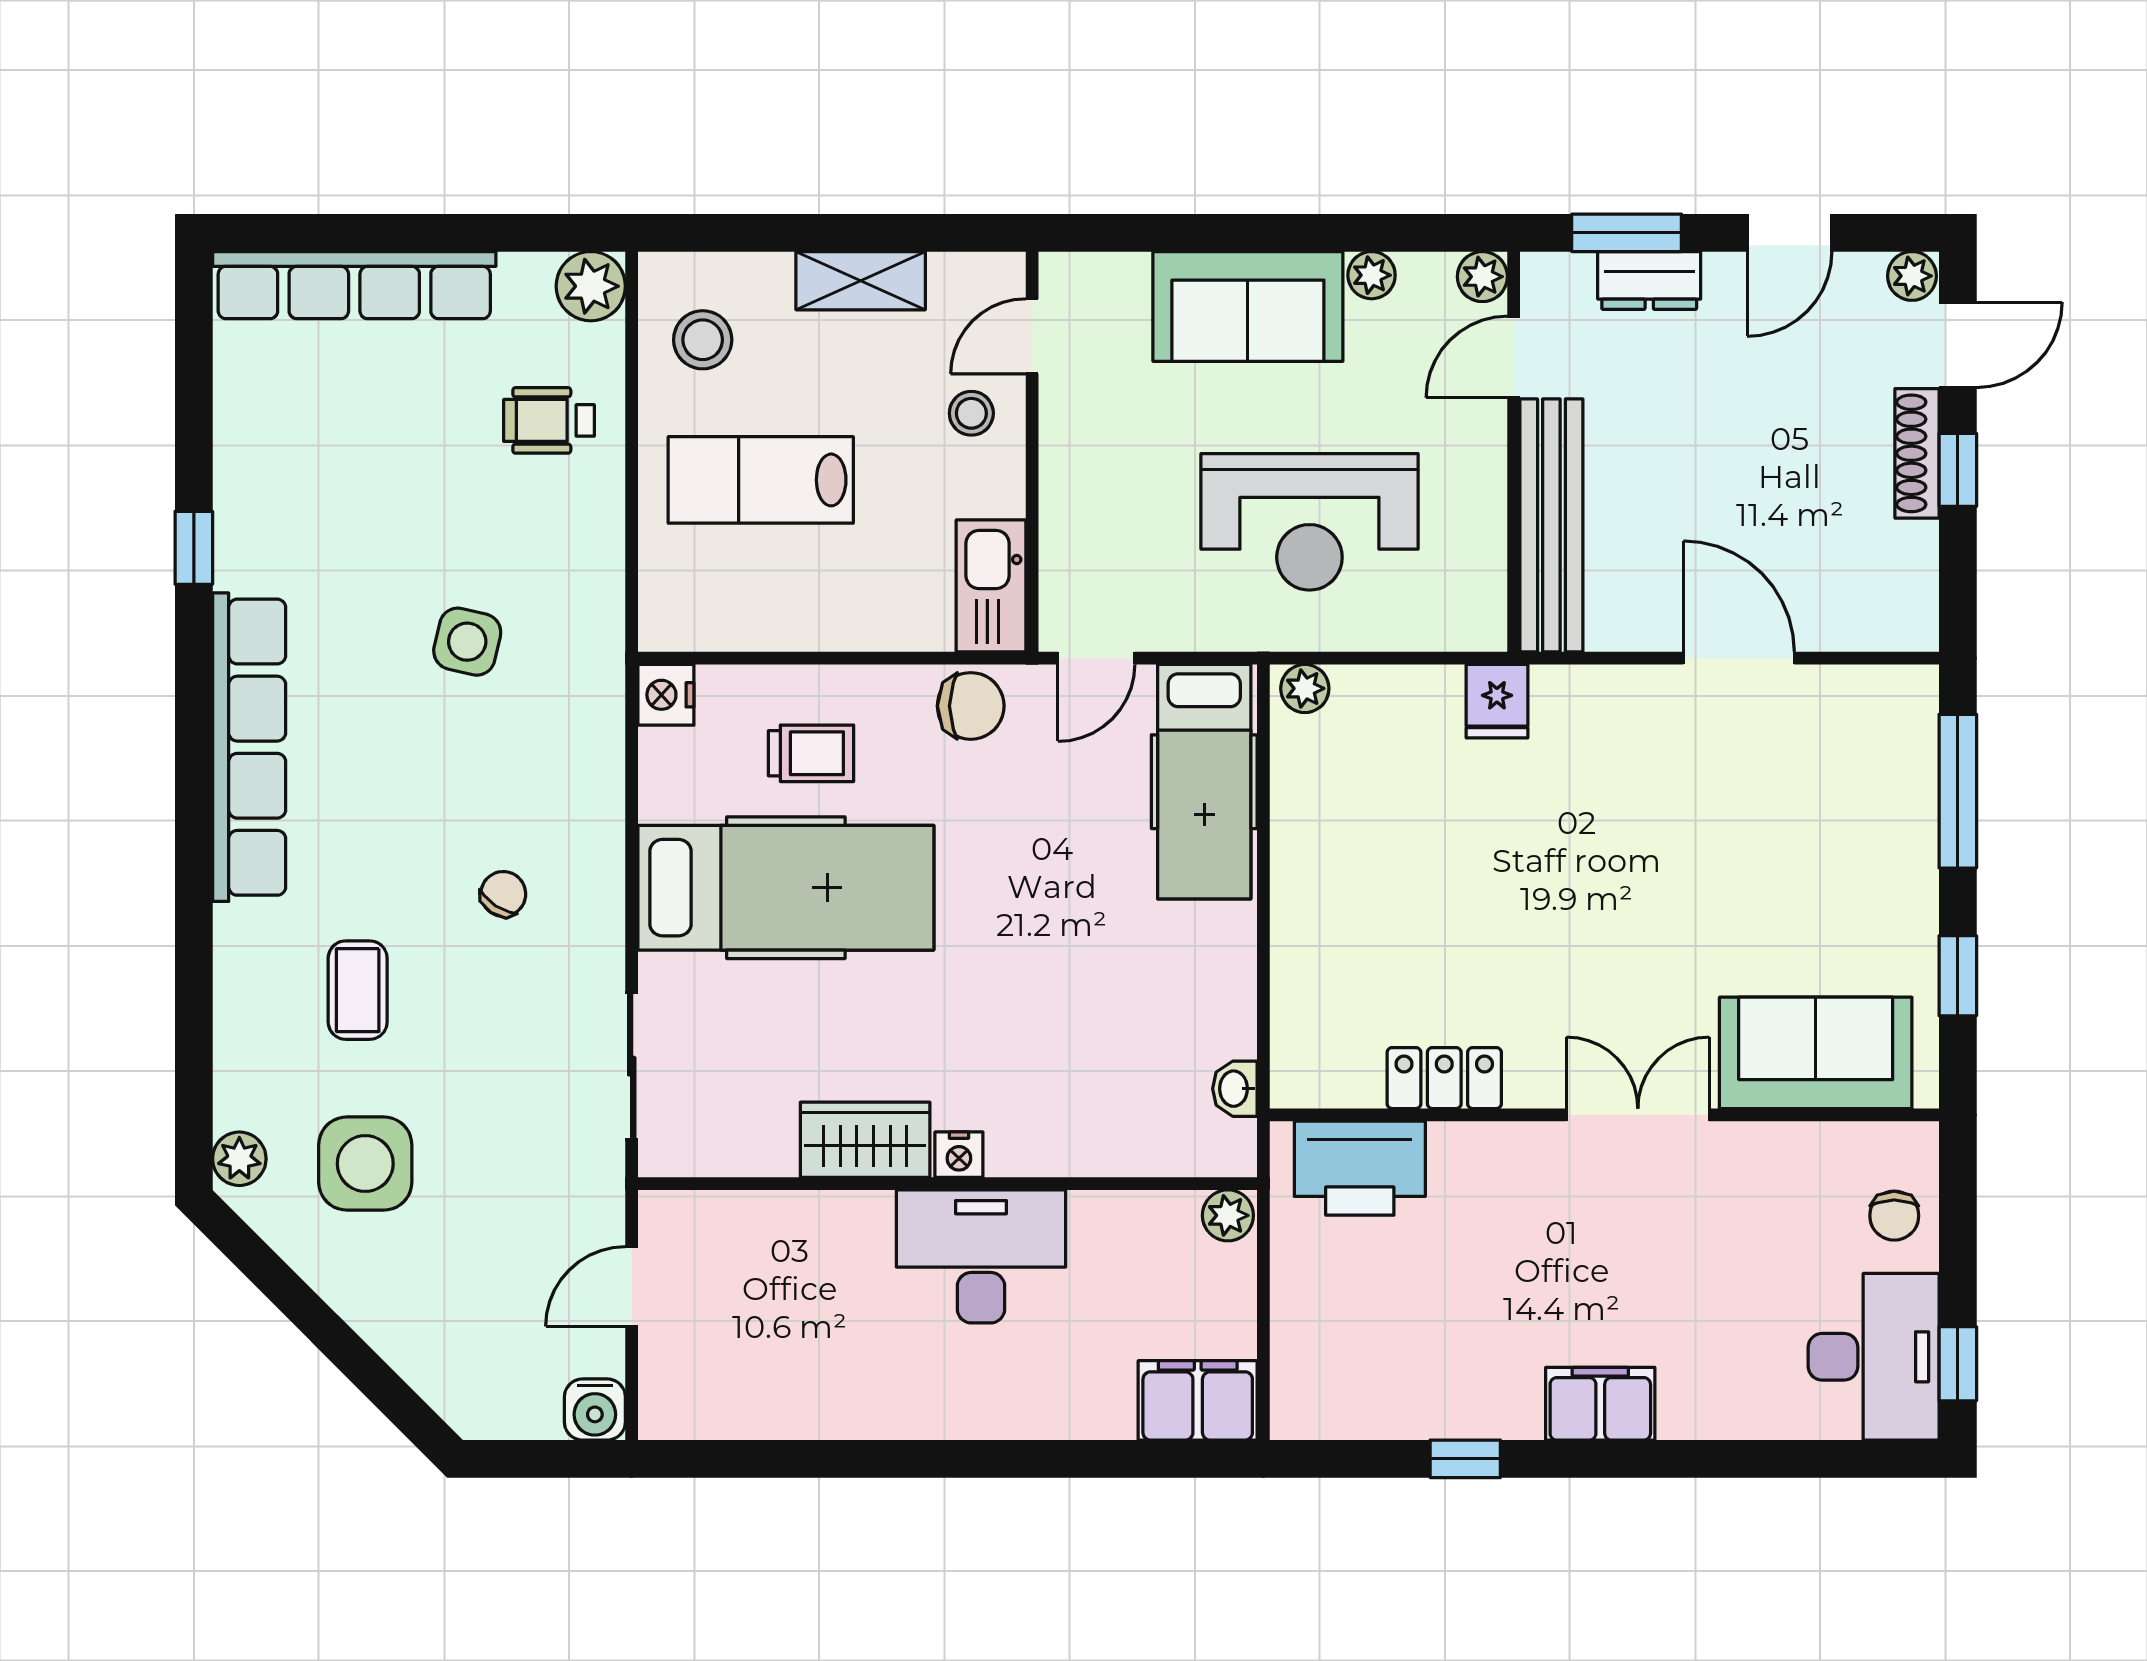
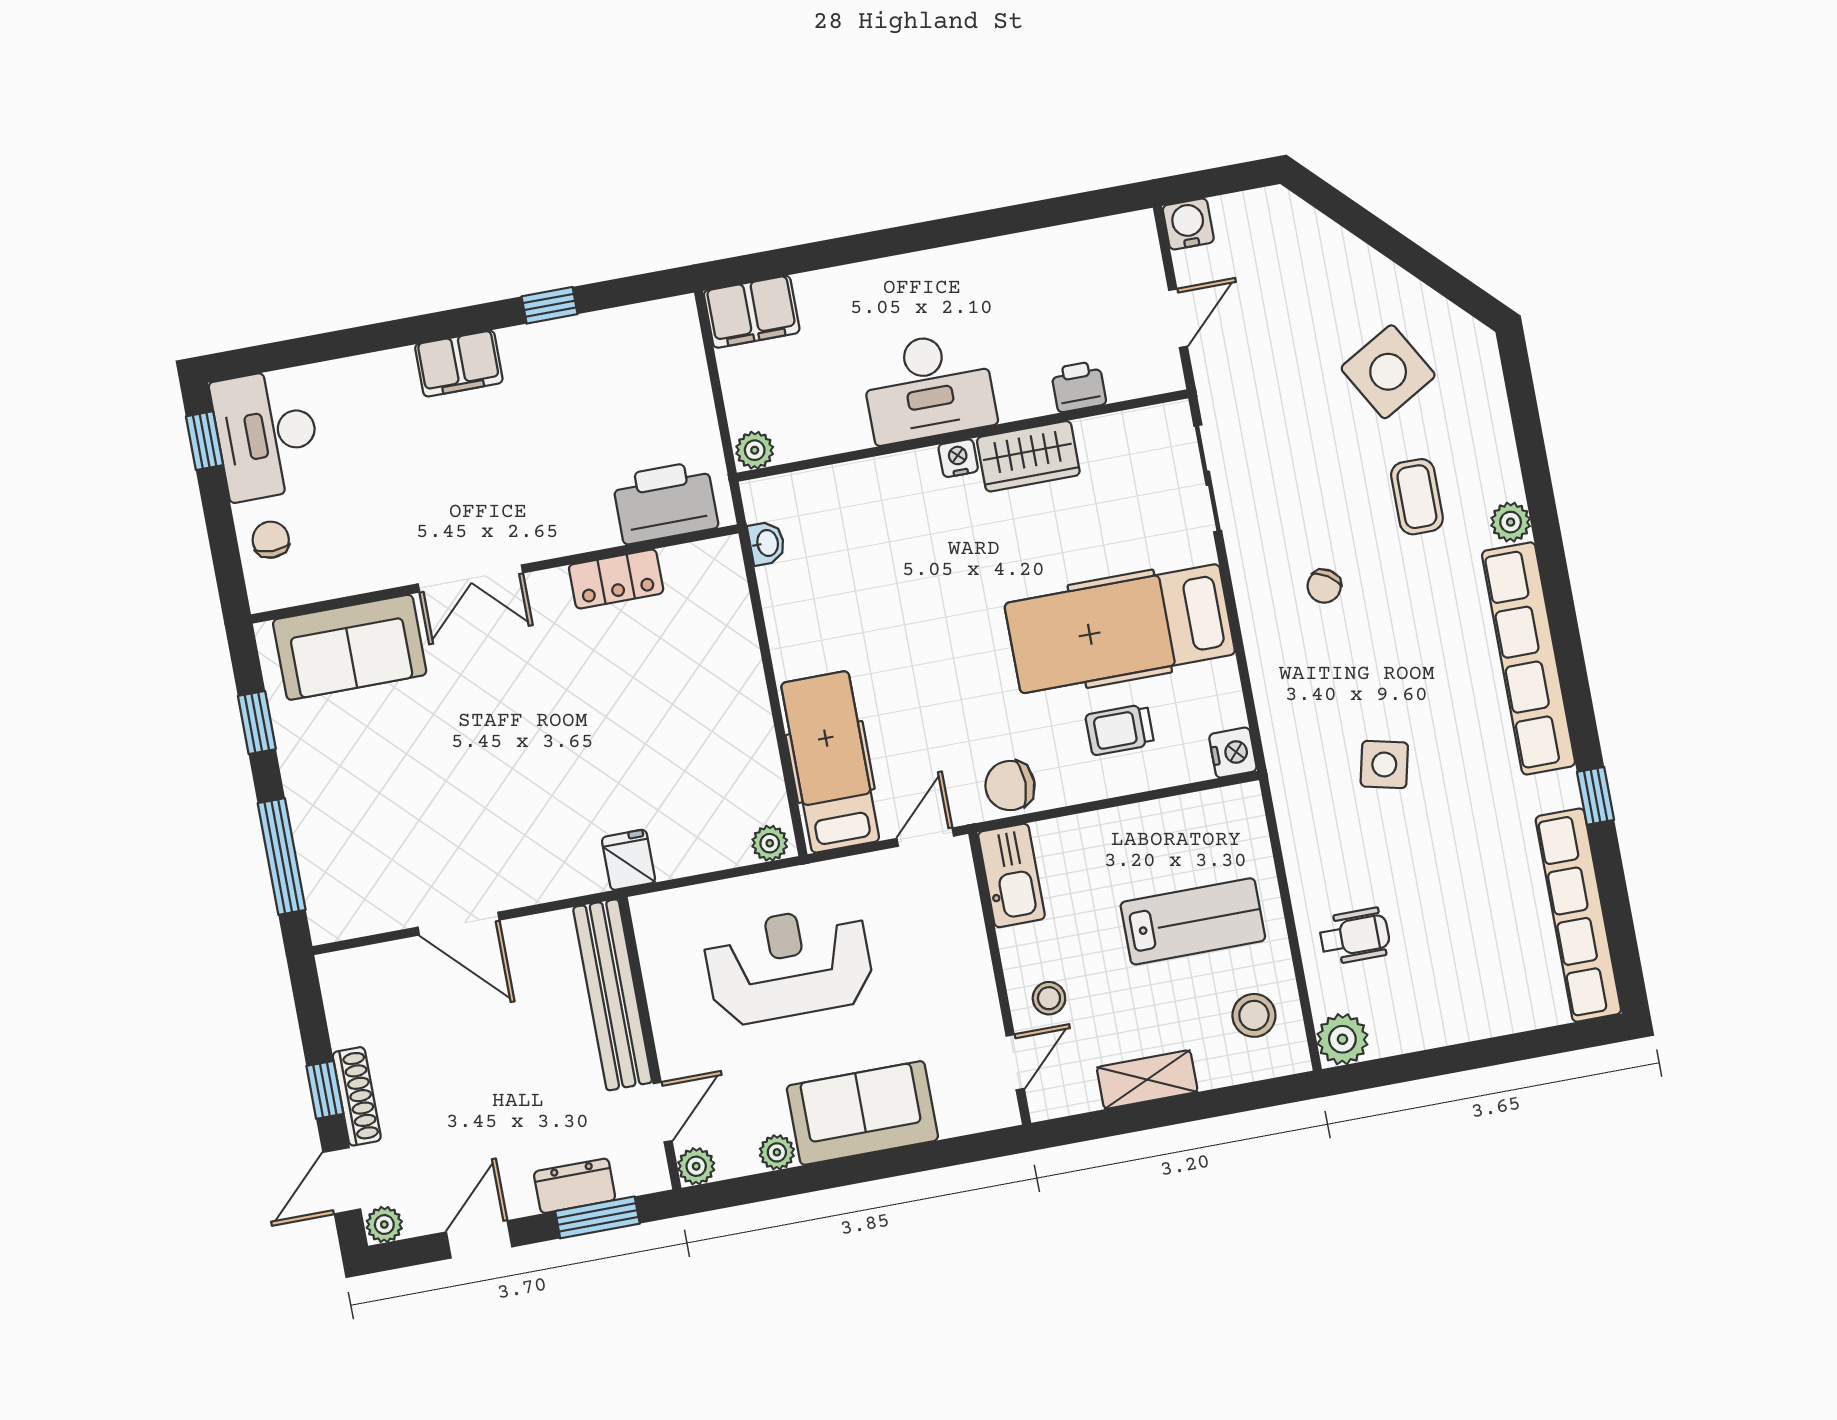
row of seats: (354, 285) -> (1578, 915), moved, turned -90
plant: (239, 1159) -> (1511, 522), moved
side table: (365, 1164) -> (1388, 372), turned -30
printer: (781, 1220) -> (1079, 387), added

